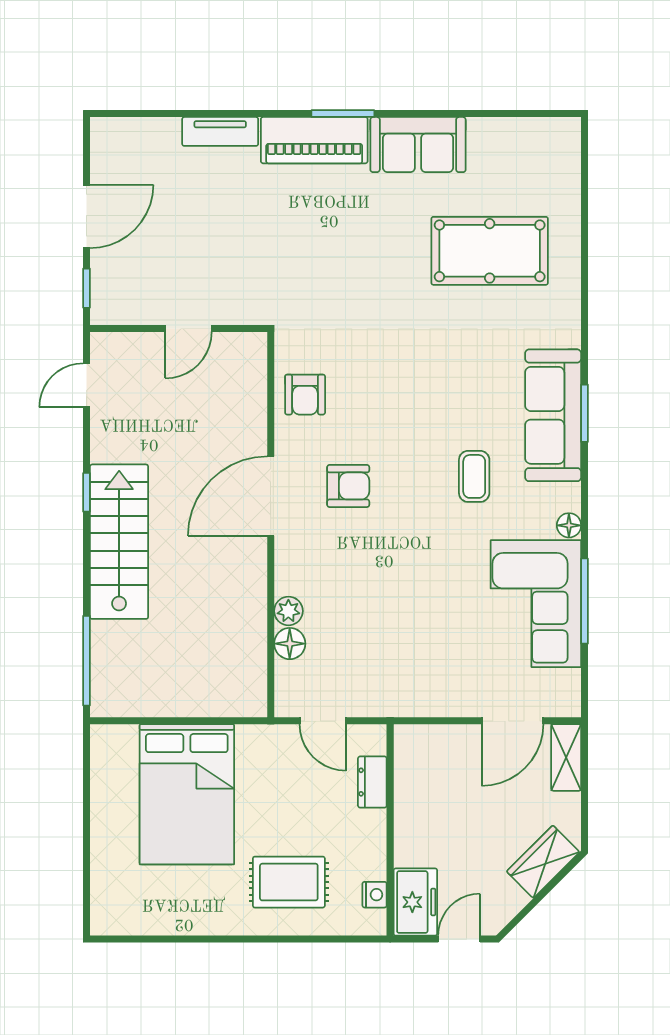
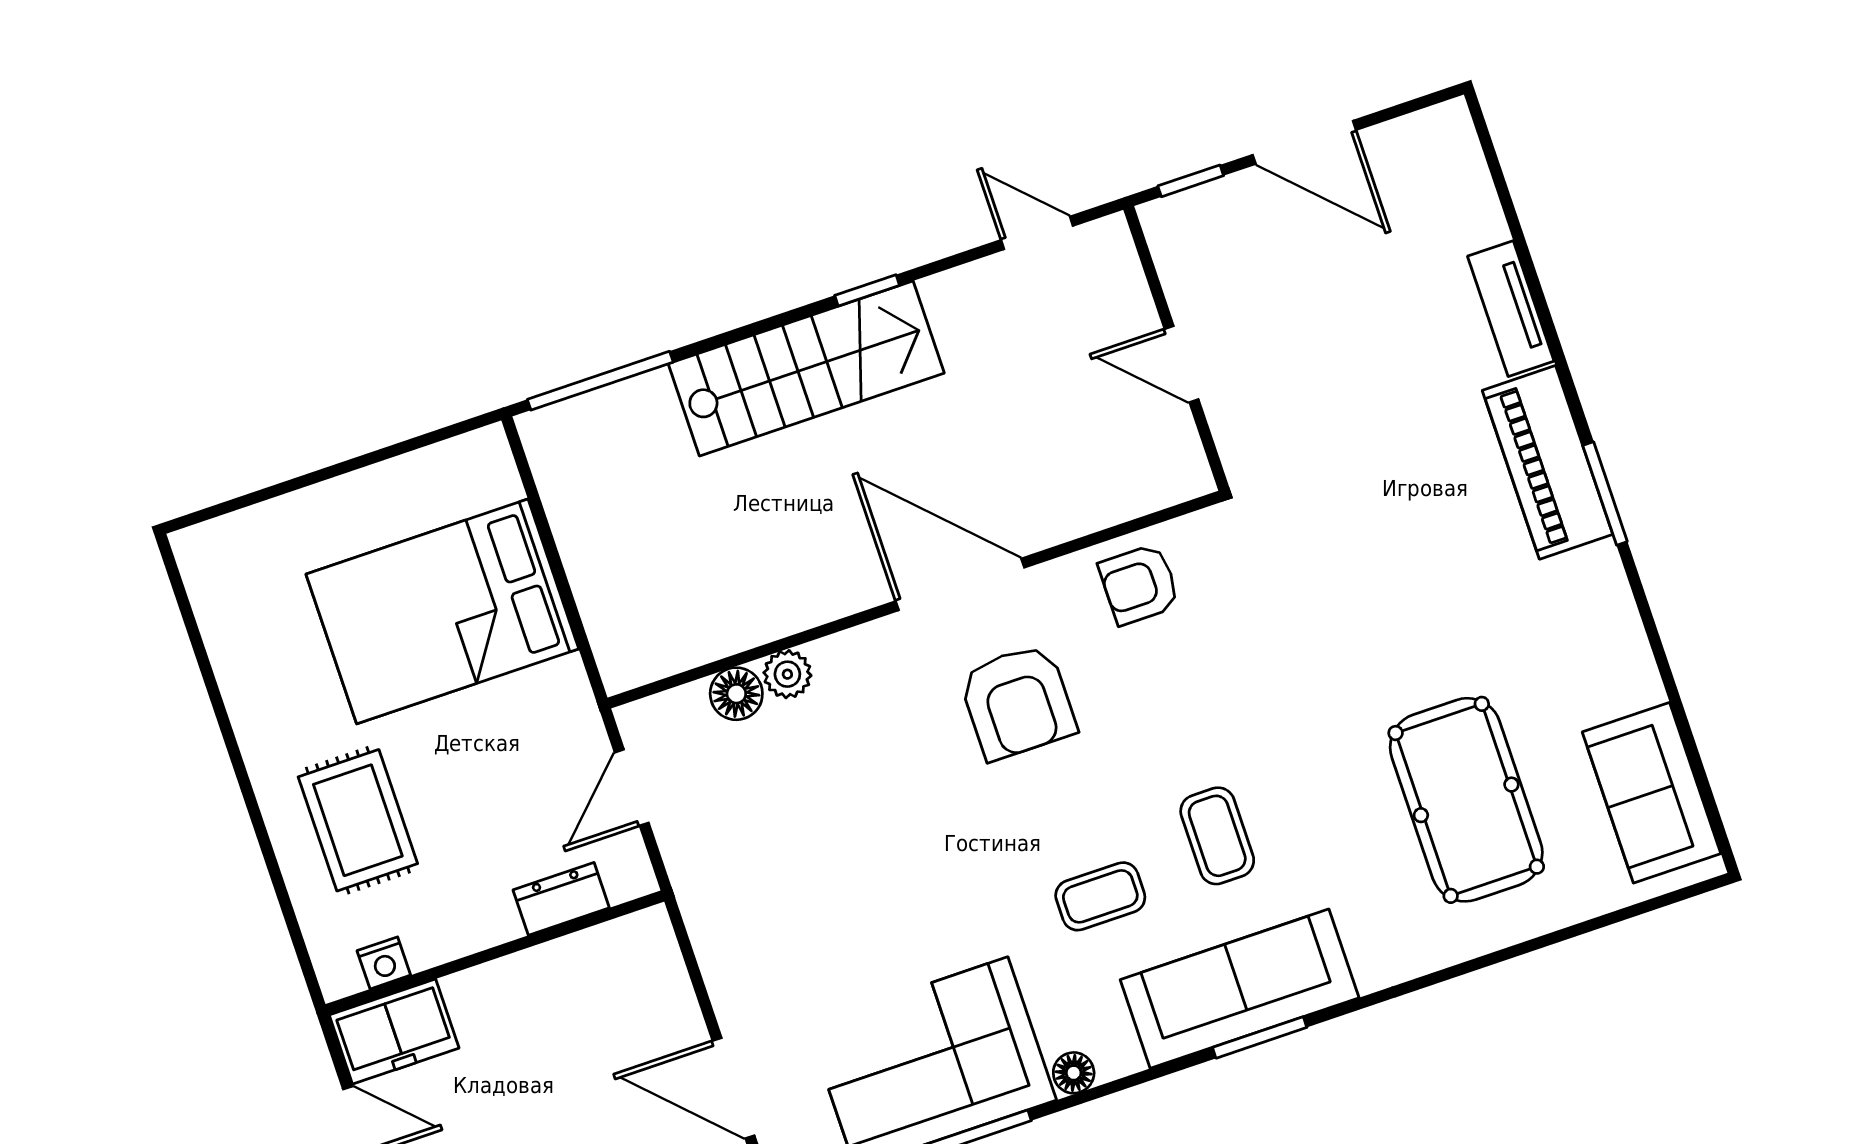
sofa: (418, 145) -> (1652, 793), moved
coffee table: (462, 399) -> (1217, 836), added
armchair: (348, 486) -> (1018, 702), width x1.38, depth x1.38

